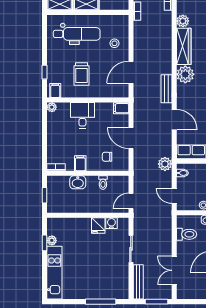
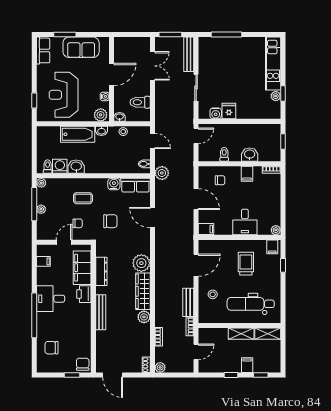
bench: (166, 89) -> (188, 302), moved

